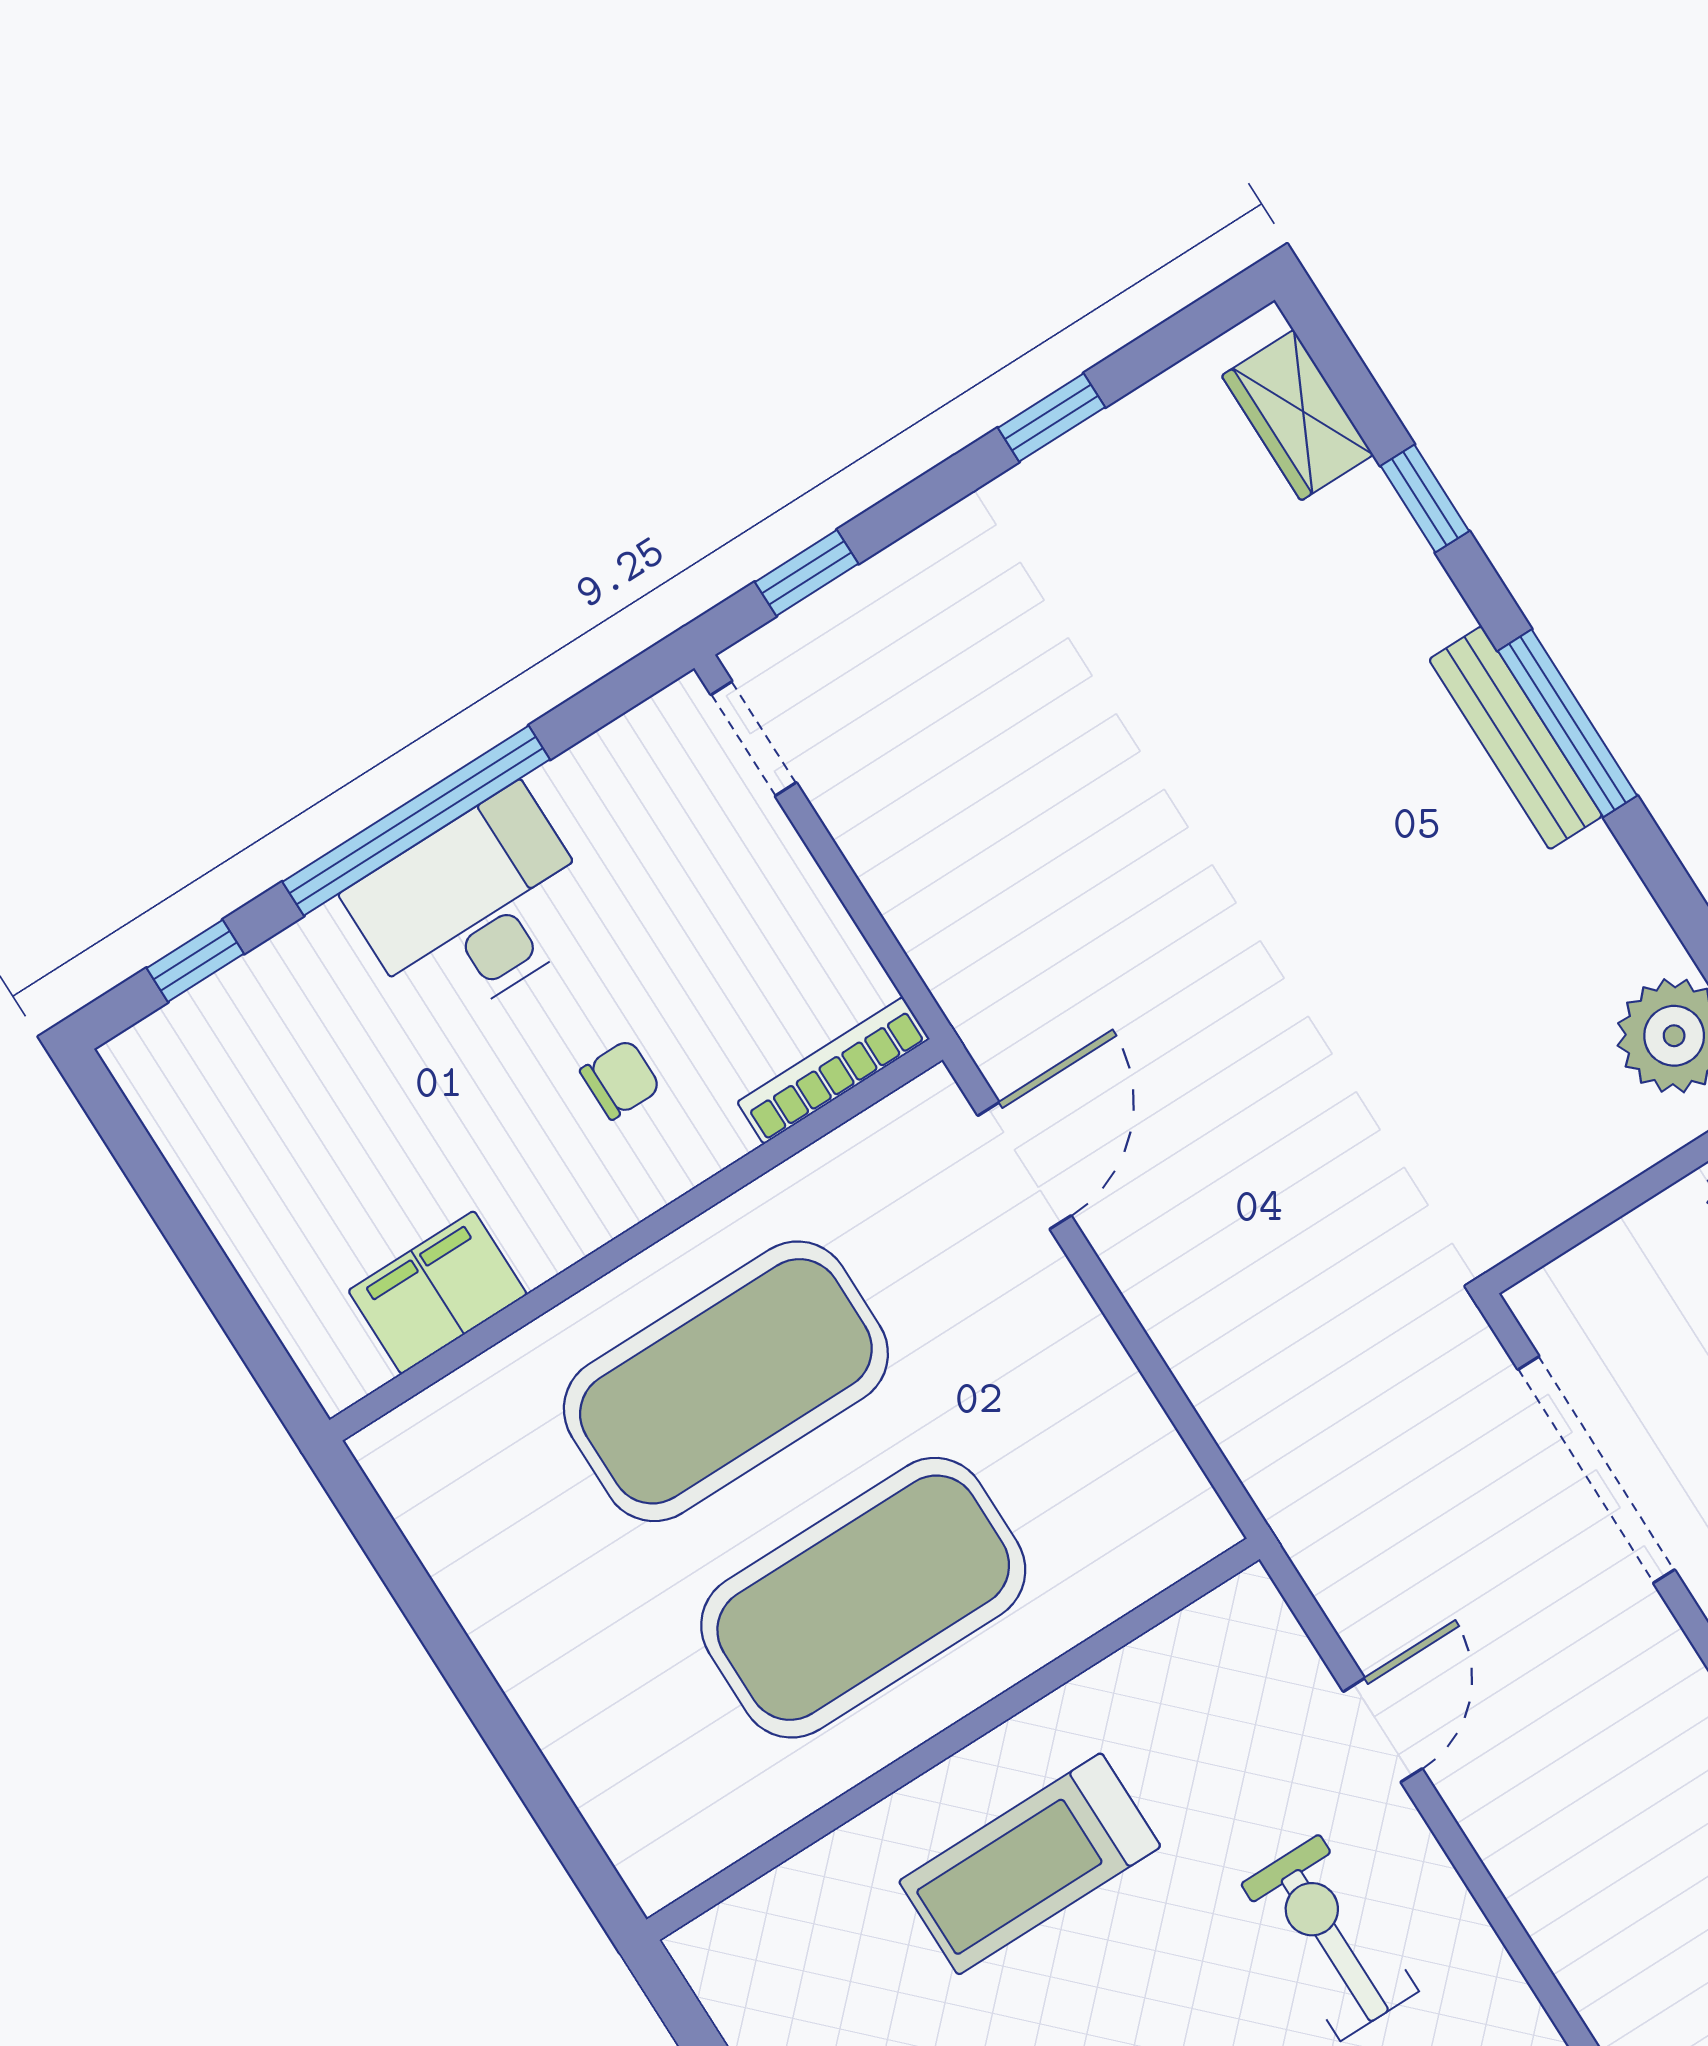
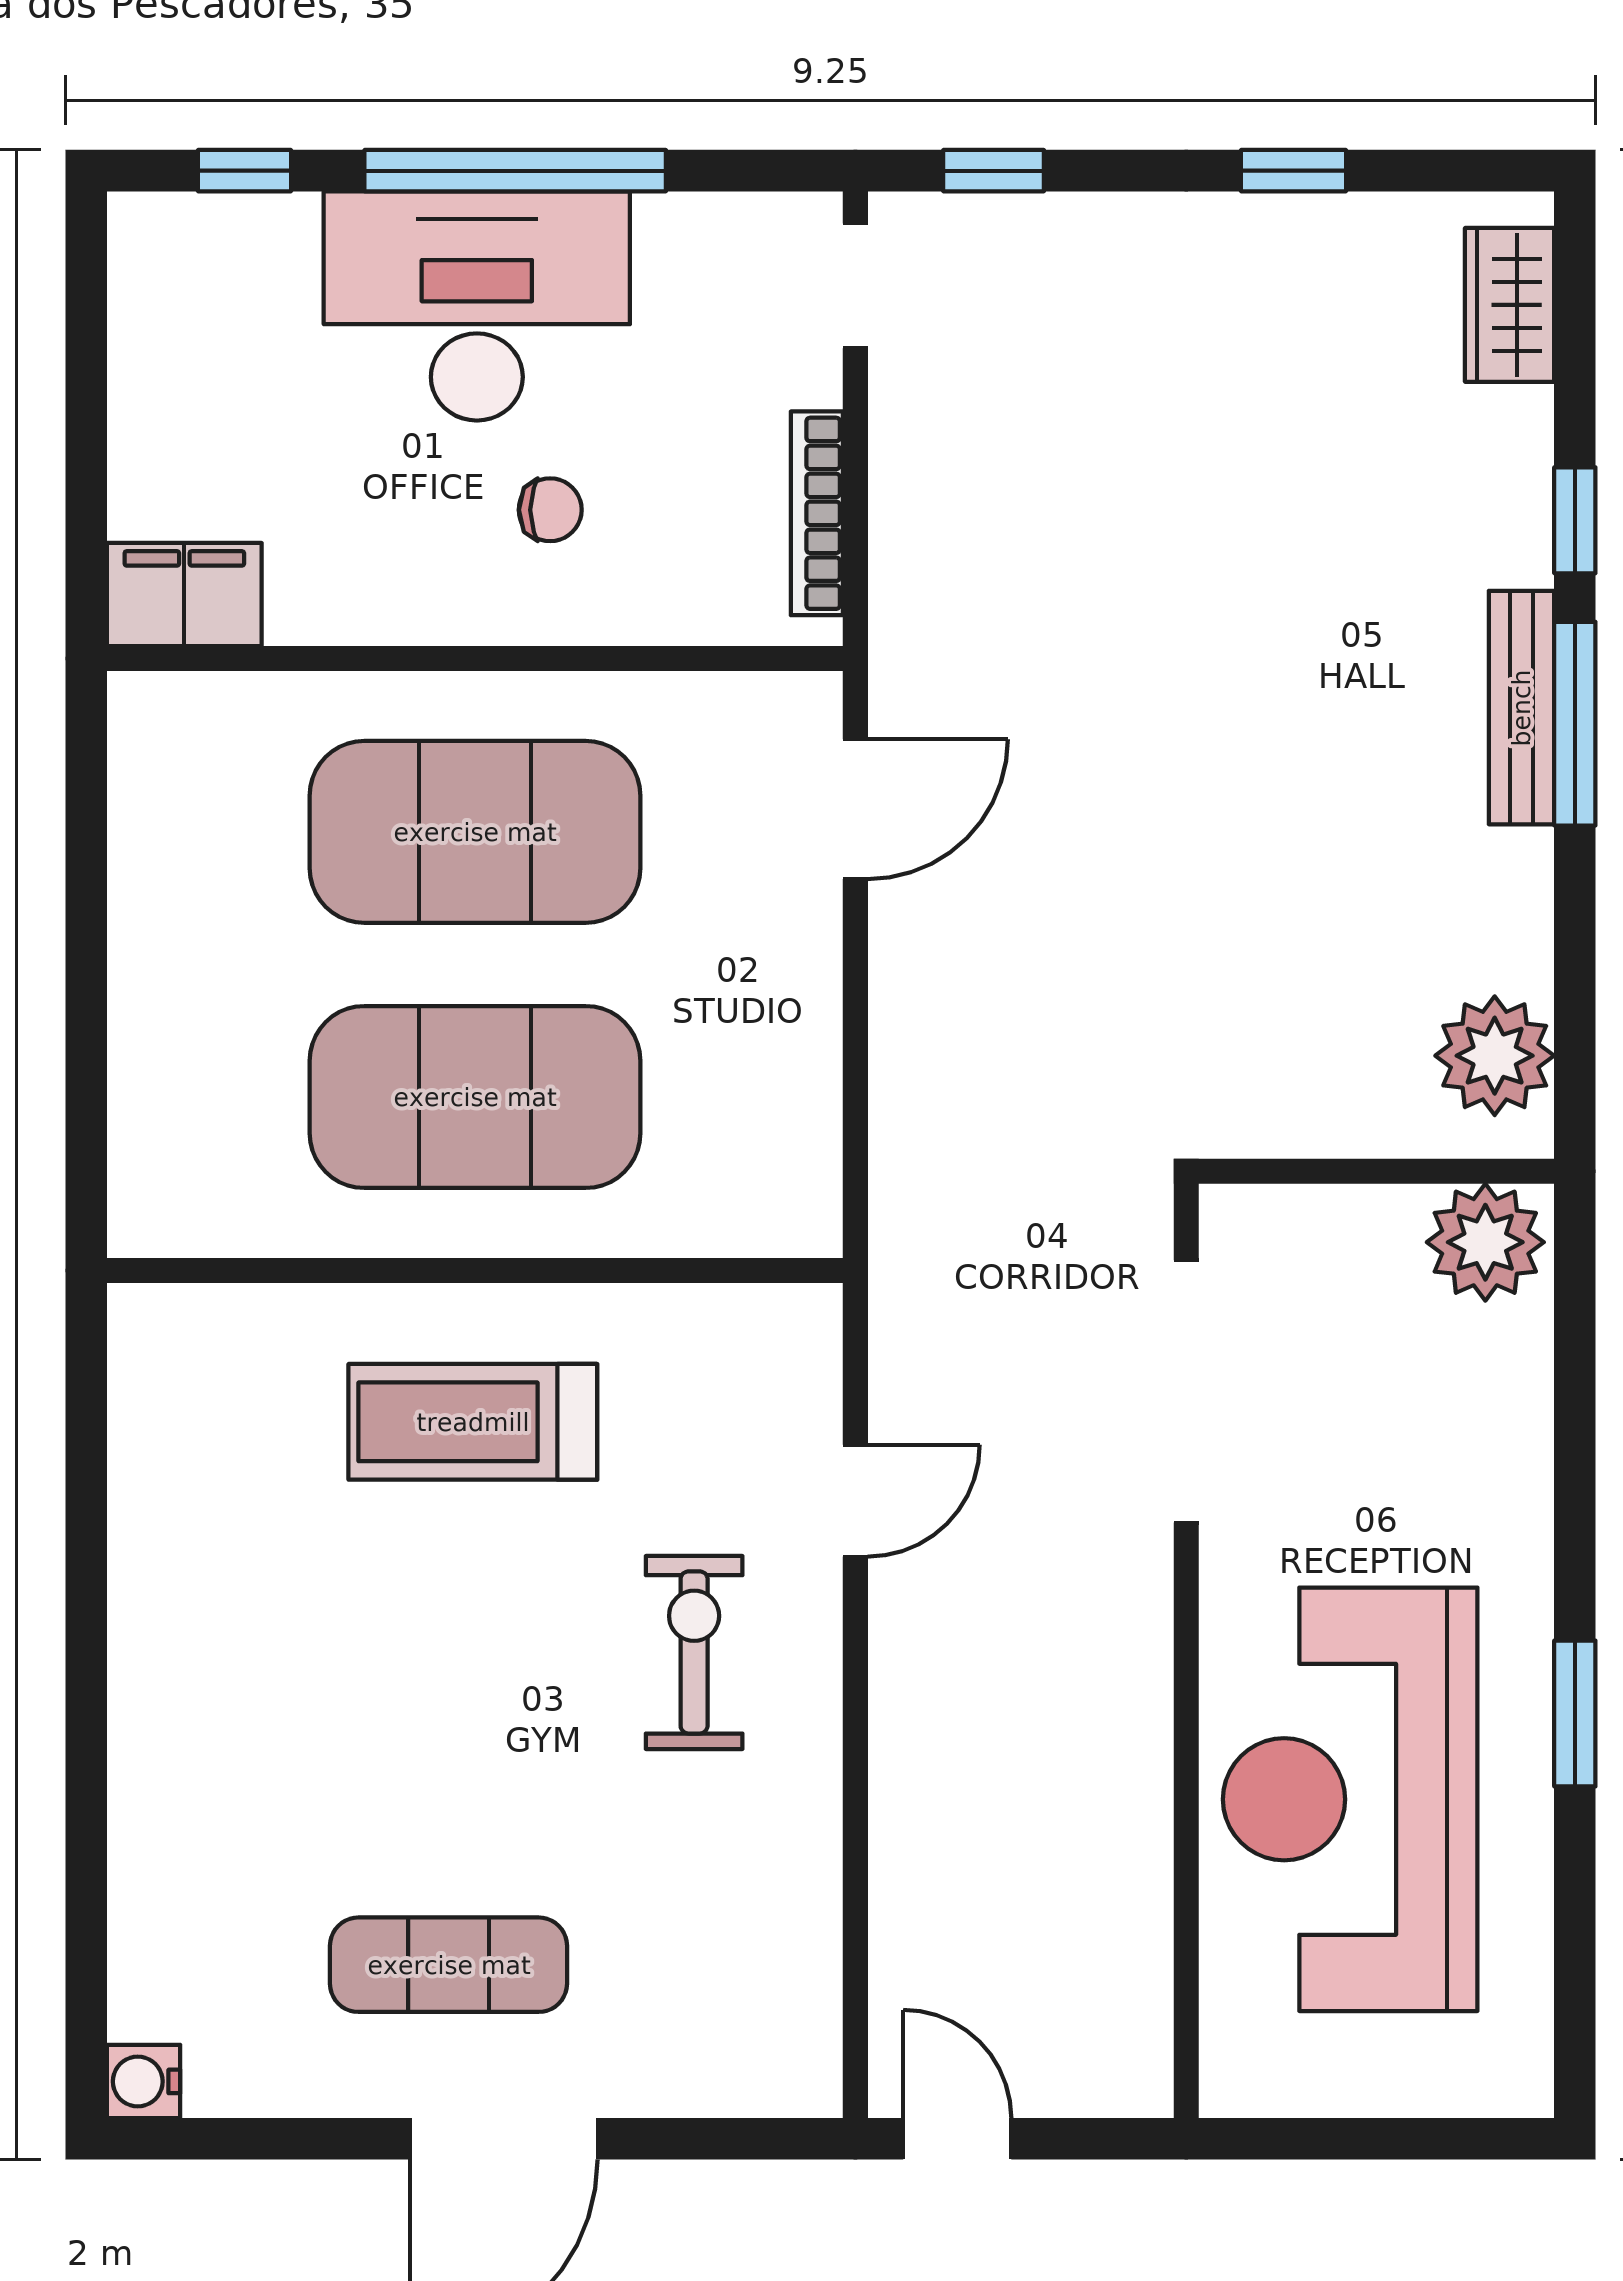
window: (1425, 498) -> (1575, 520), moved
desk: (475, 908) -> (477, 306), width x1.36, depth x1.30
bookcase: (833, 1070) -> (817, 513), moved, turned -90
filing cabinet: (438, 1292) -> (184, 595), moved

